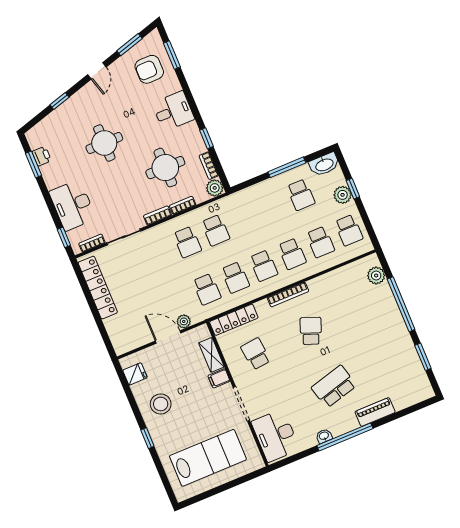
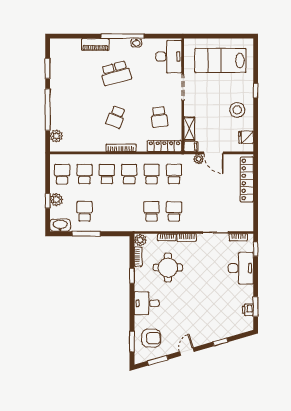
round table: (104, 143) -> (202, 301), removed
locker: (98, 288) -> (247, 179), moved
filing cabinet: (219, 378) -> (191, 147), moved

